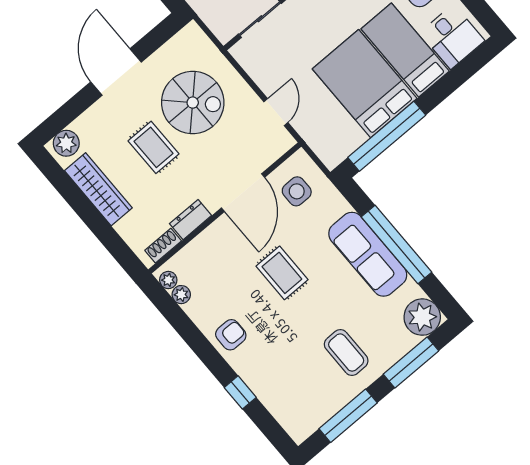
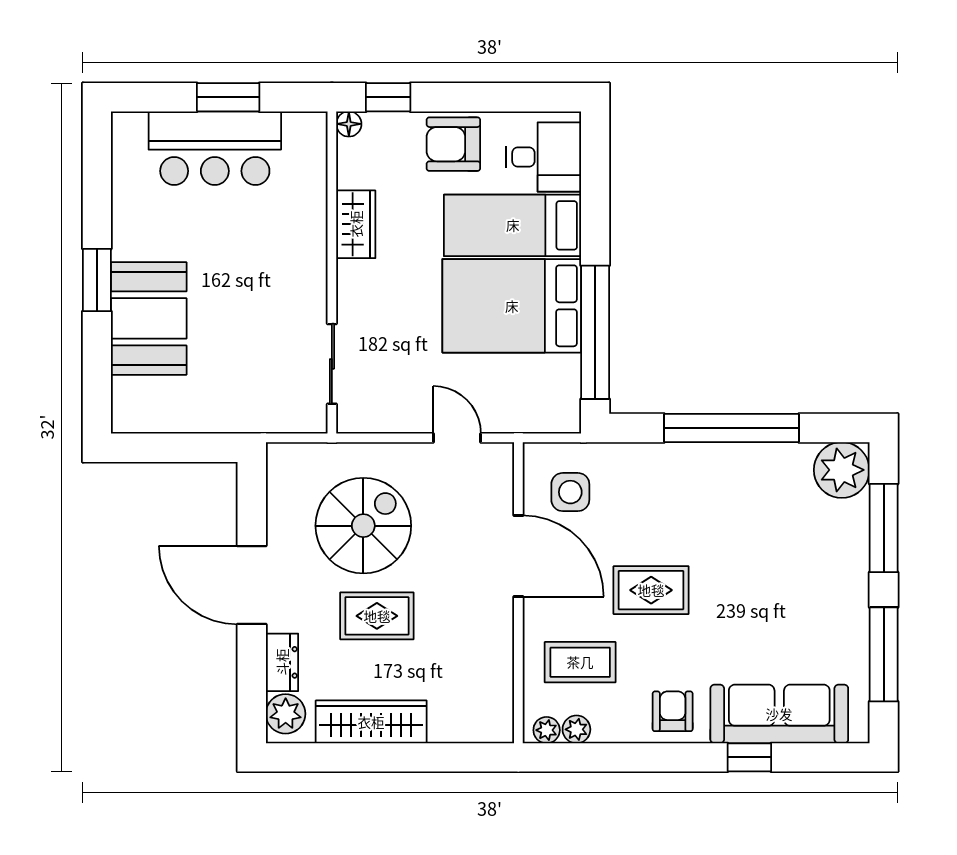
dresser: (191, 220) -> (282, 662), moved, turned 180
shoe rack: (163, 246) -> (501, 702), removed
sofa: (368, 254) -> (779, 714), moved, turned 180
coffee table: (346, 353) -> (580, 662), moved

